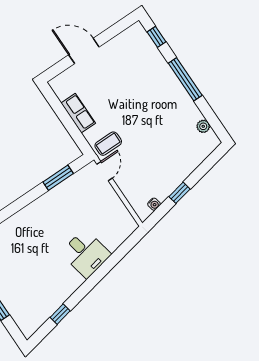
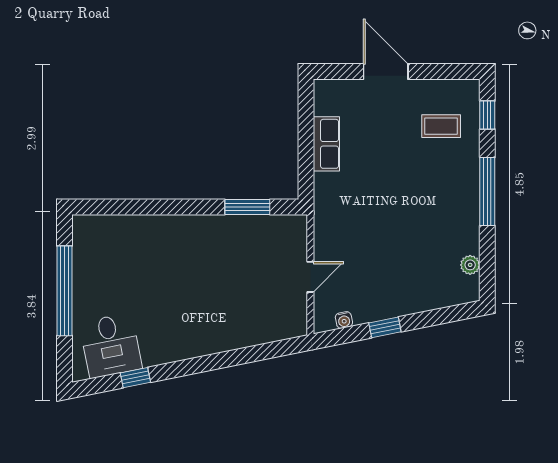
coffee table: (108, 144) -> (441, 126), moved
door: (105, 171) -> (310, 277), moved
desk: (86, 254) -> (111, 345), moved

